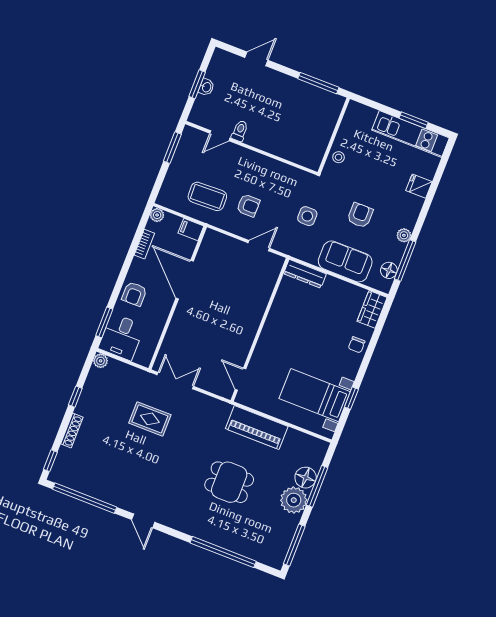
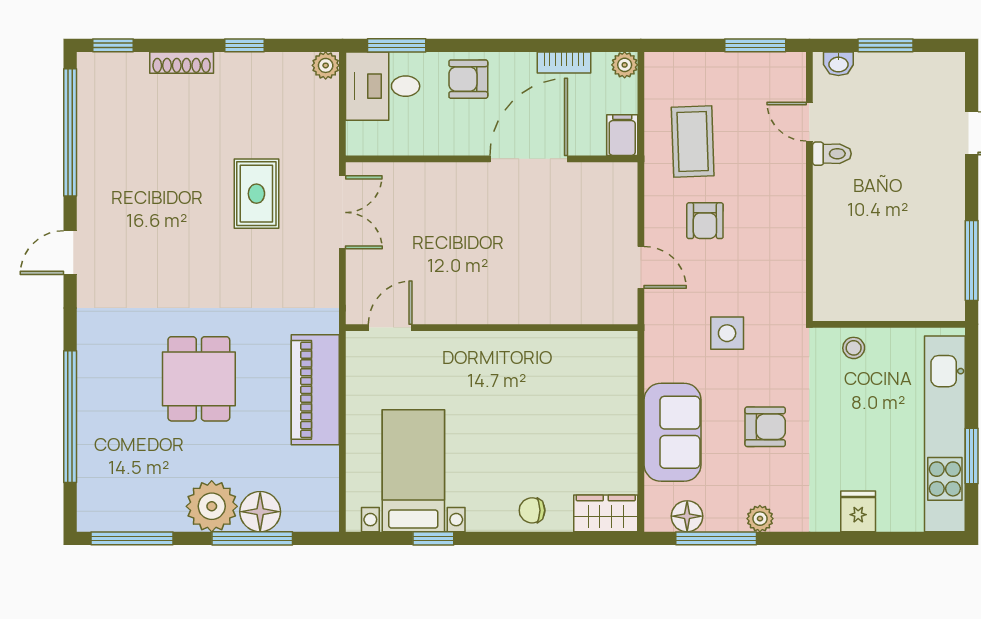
washbasin: (206, 87) -> (838, 64), moved
kitchen unit: (410, 134) -> (945, 434), width x1.36
dresser: (305, 274) -> (623, 369), removed

